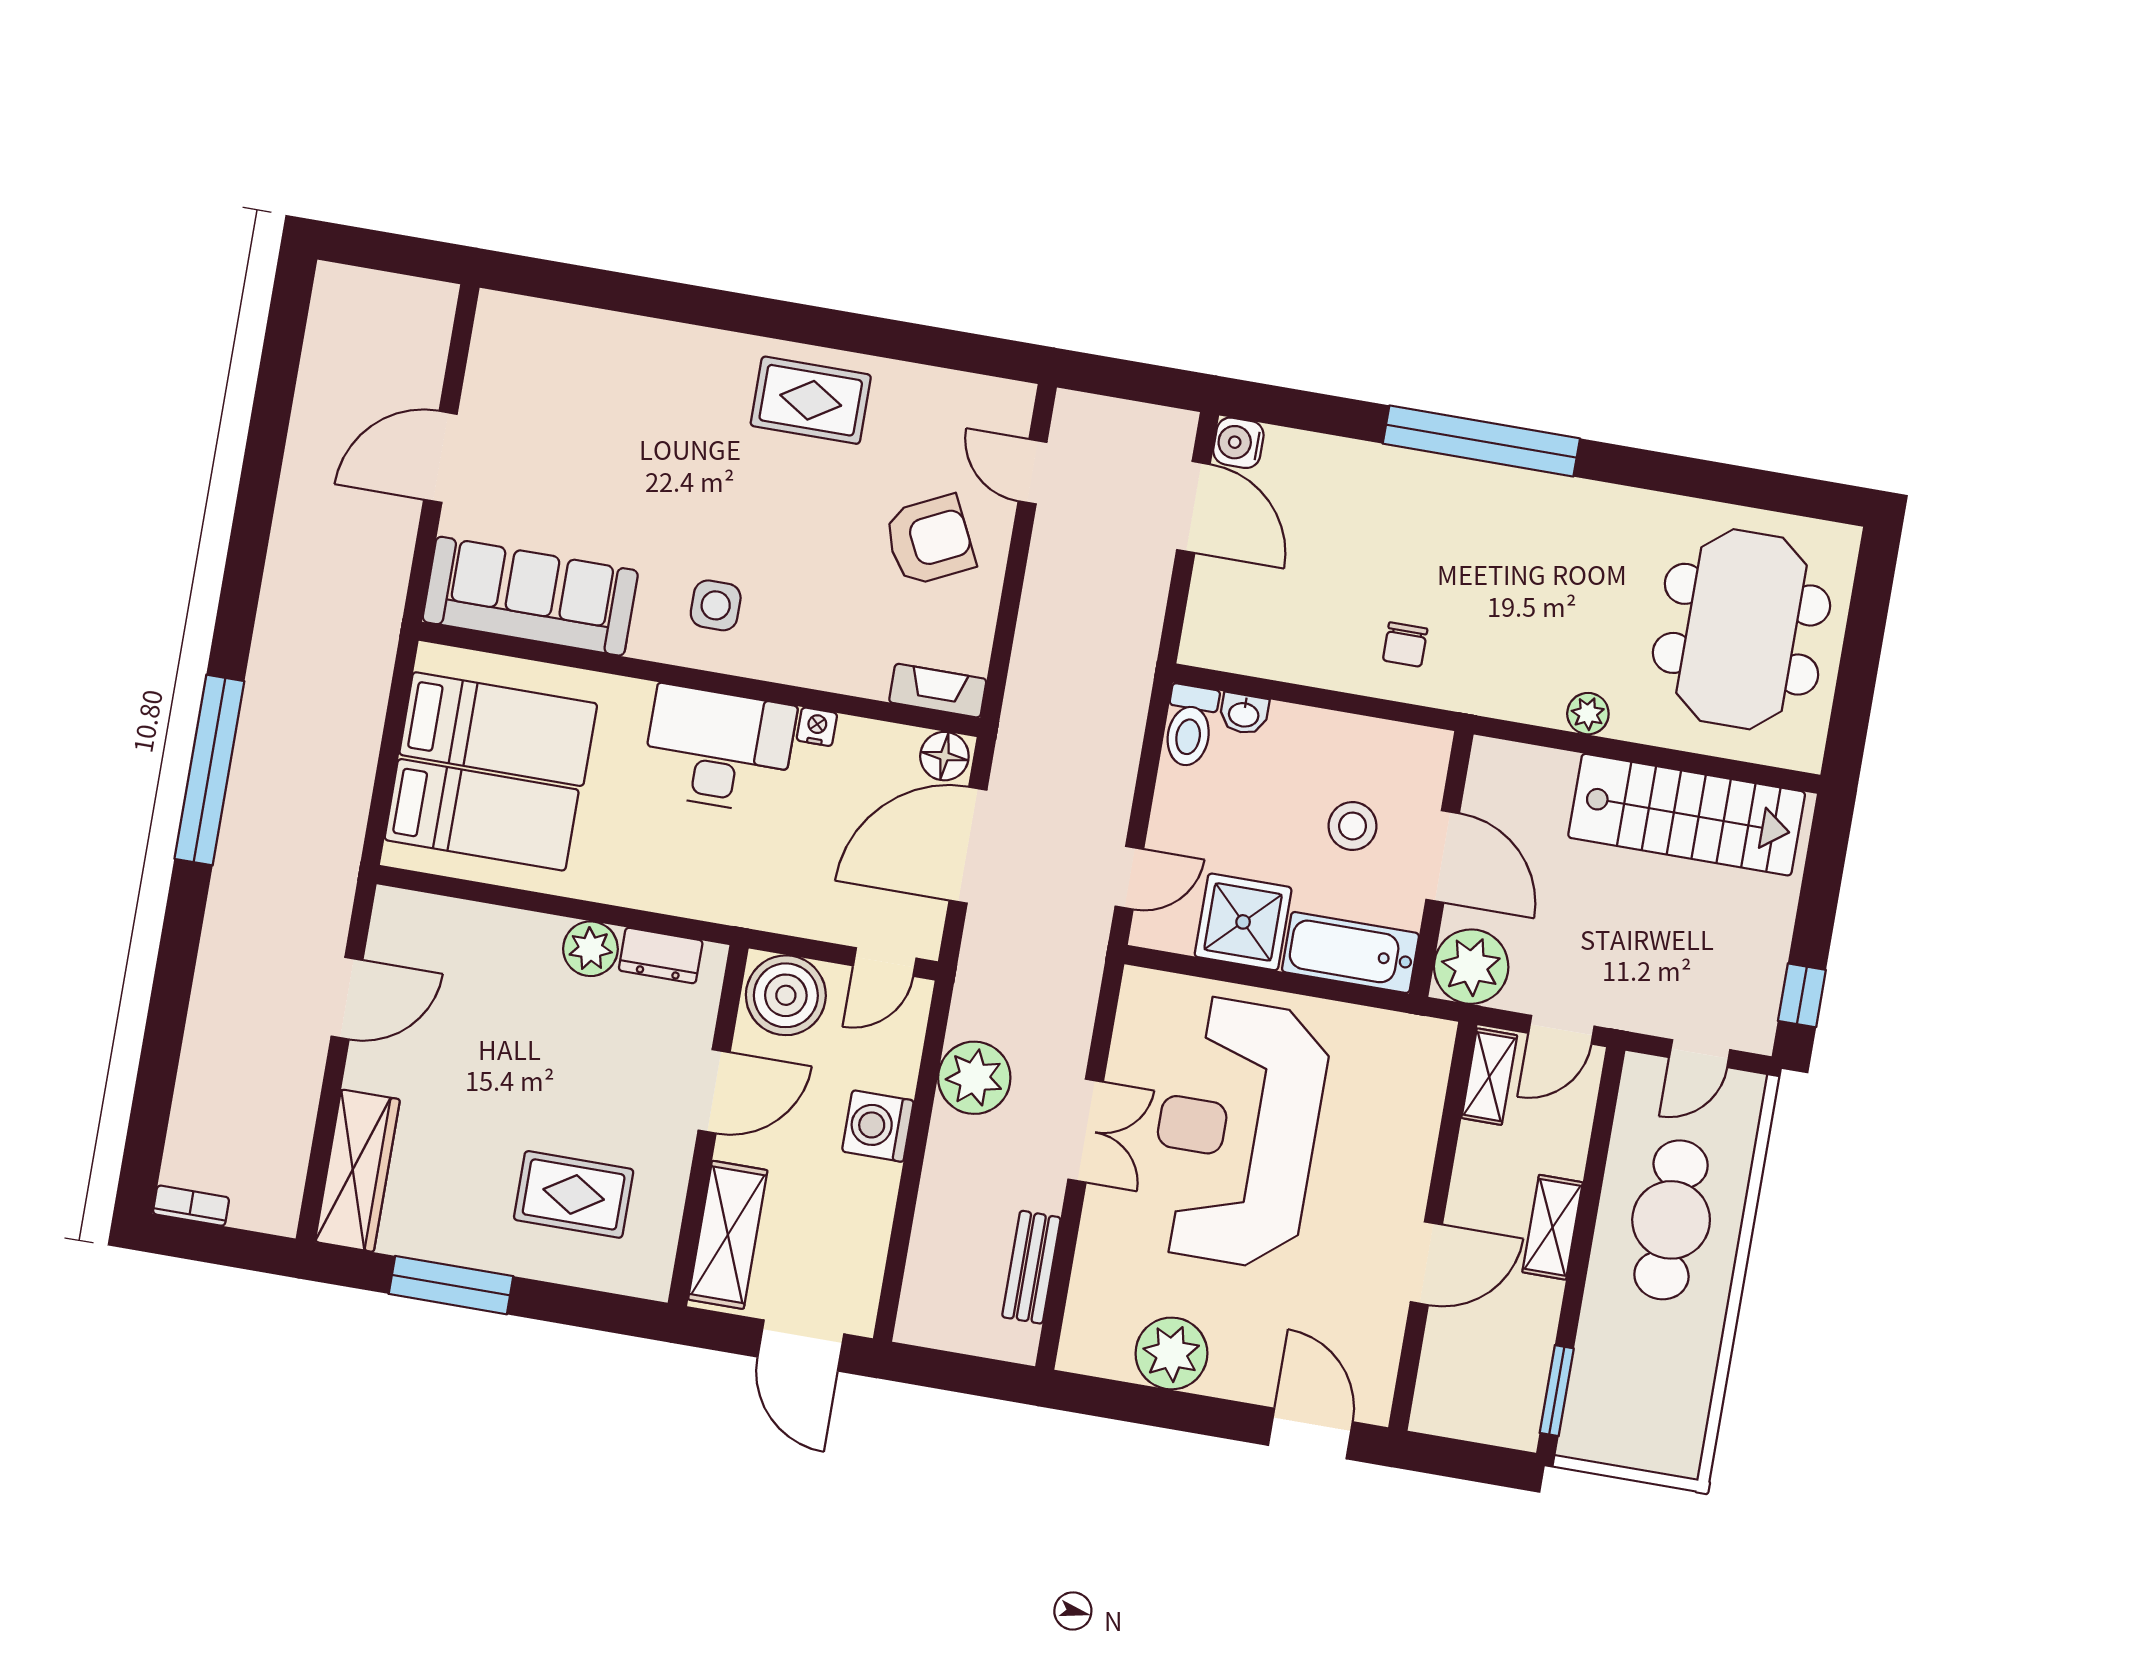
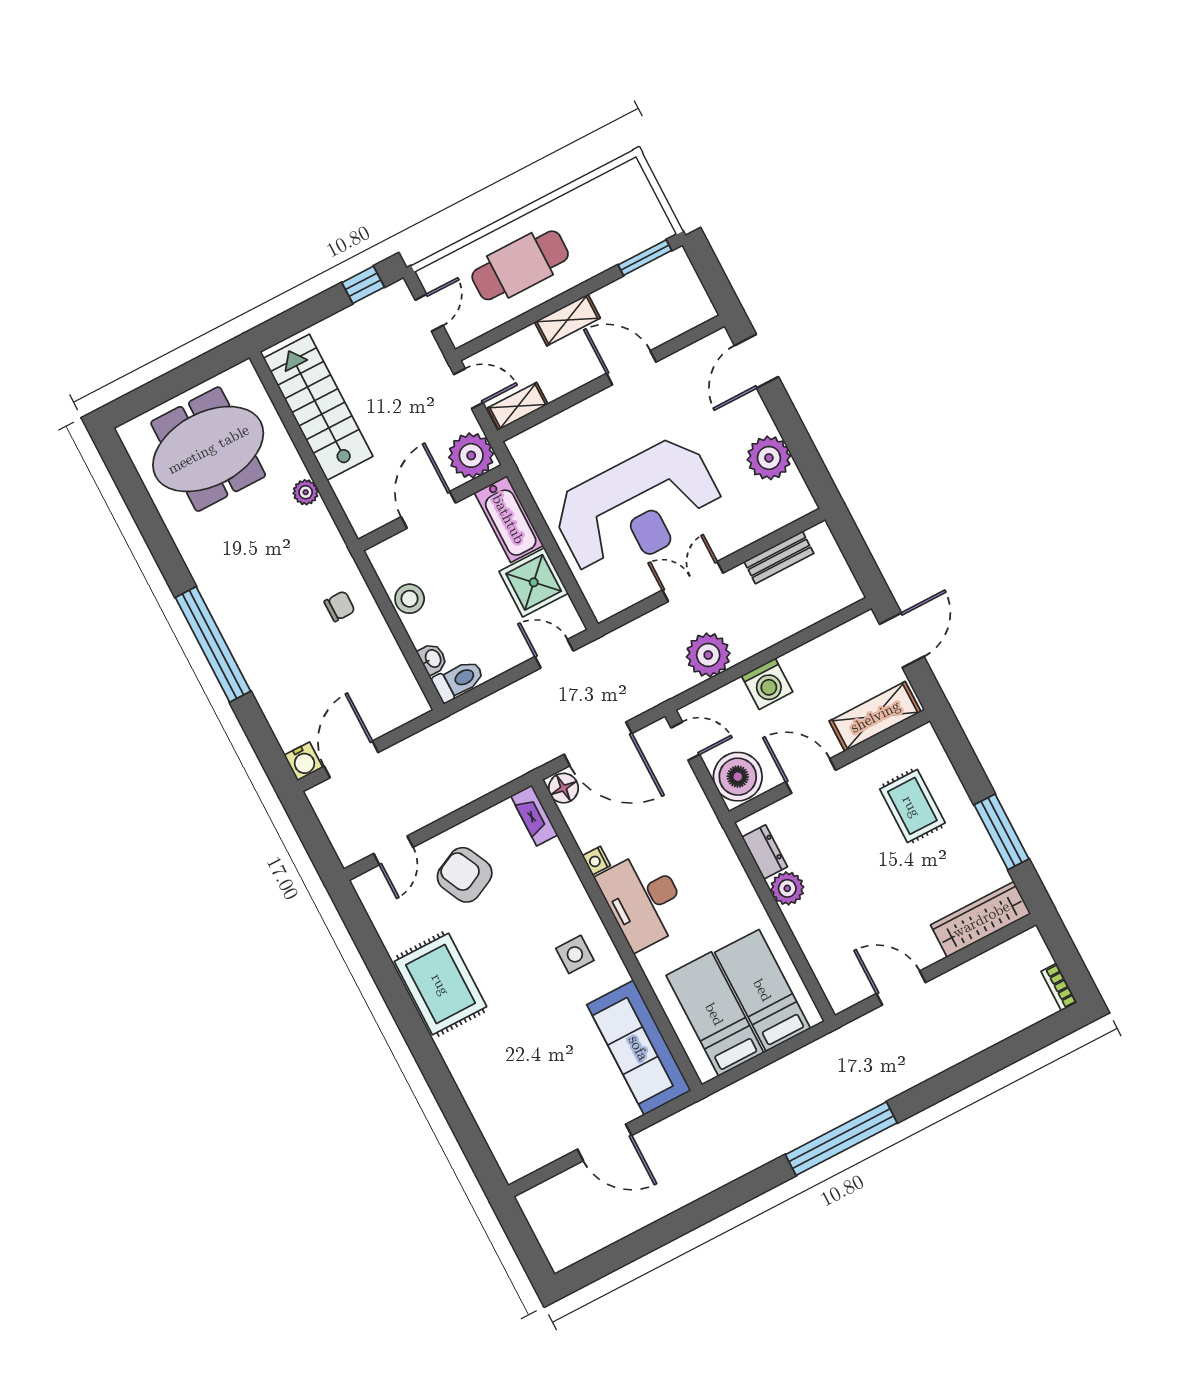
rug: (811, 400) -> (441, 984), width x1.36, depth x1.43
stool: (1353, 826) -> (410, 599), moved
door: (1700, 1054) -> (429, 313), hinge flipped

